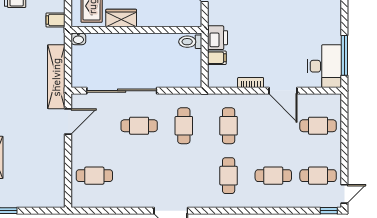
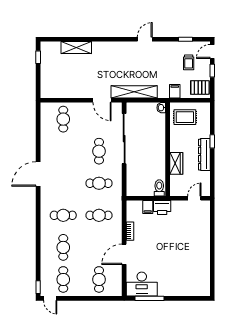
wardrobe: (121, 18) -> (176, 163), moved

